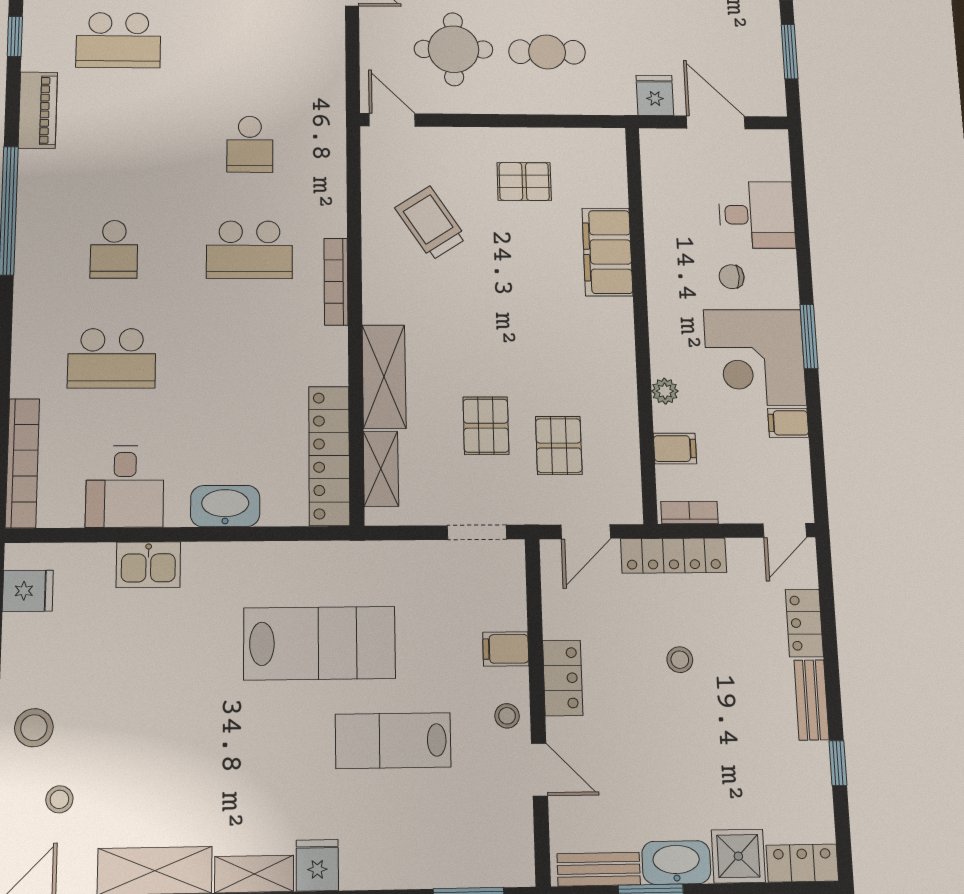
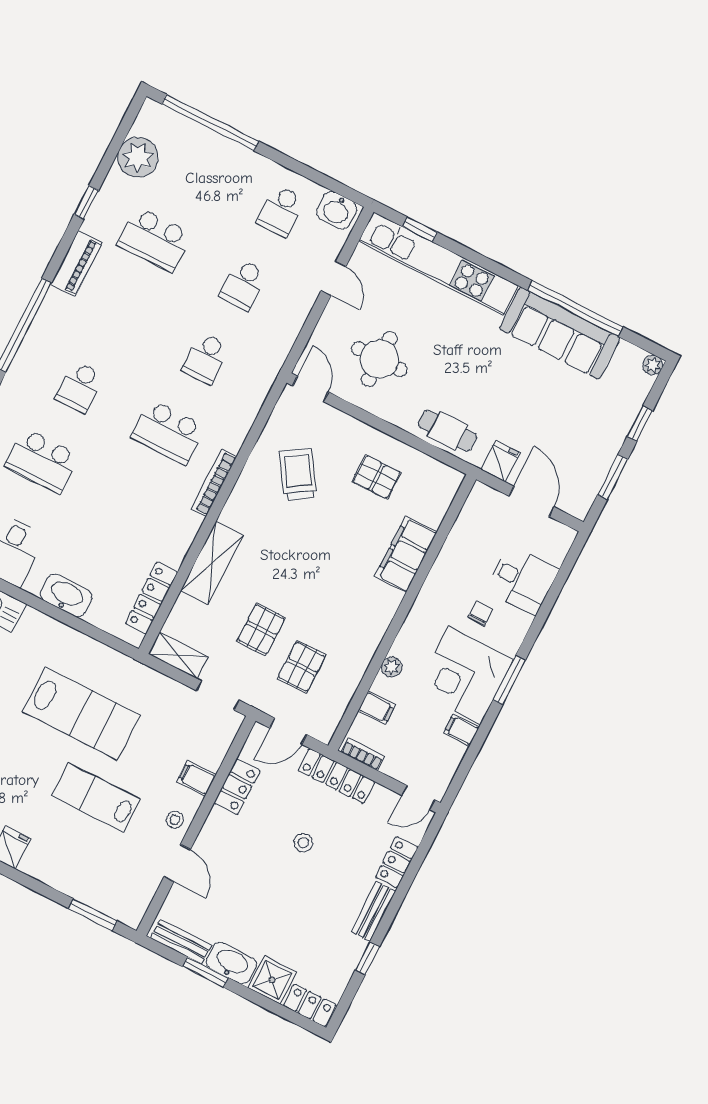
school desk: (250, 42) -> (243, 285), added
cafe table: (547, 52) -> (448, 431), moved
chair: (732, 277) -> (480, 614), turned 90
locker: (329, 456) -> (151, 598), width x0.71, depth x0.83
shelving: (381, 469) -> (178, 655), moved, turned 90
locker: (563, 678) -> (237, 787), moved

